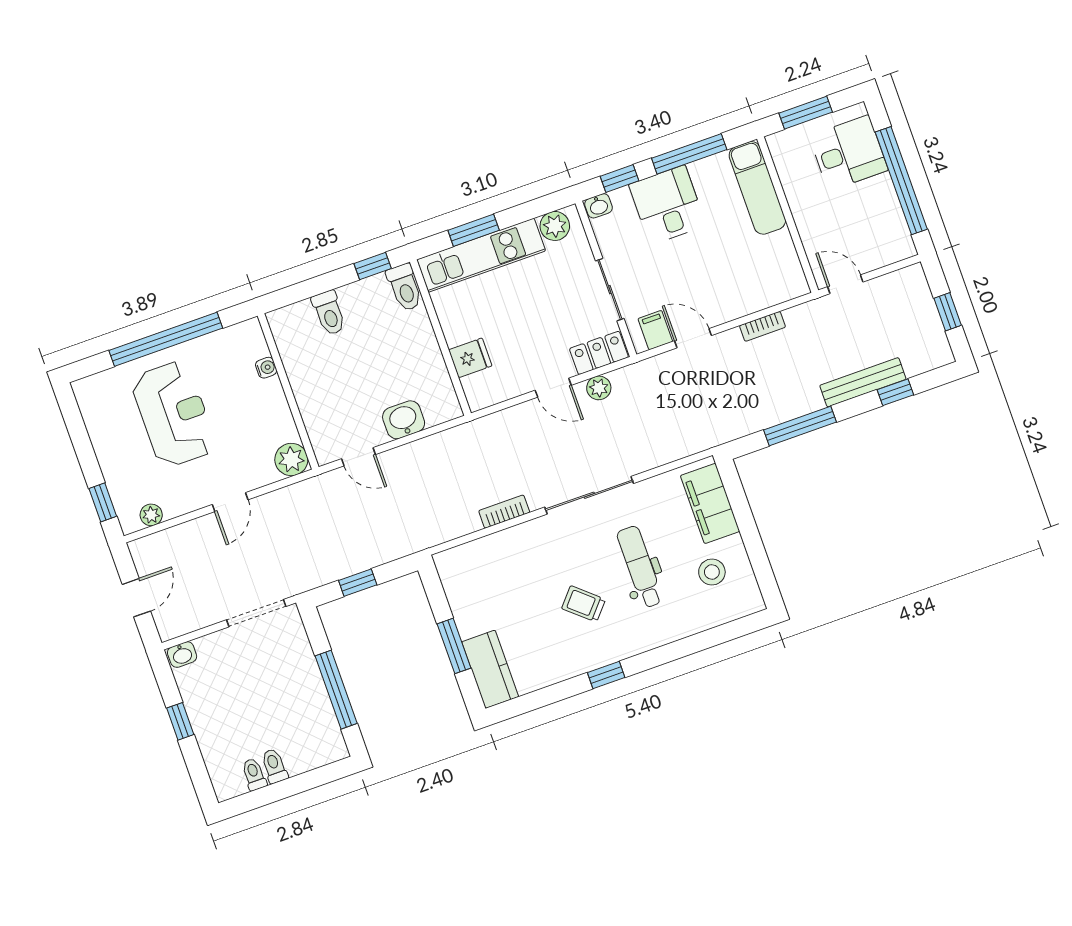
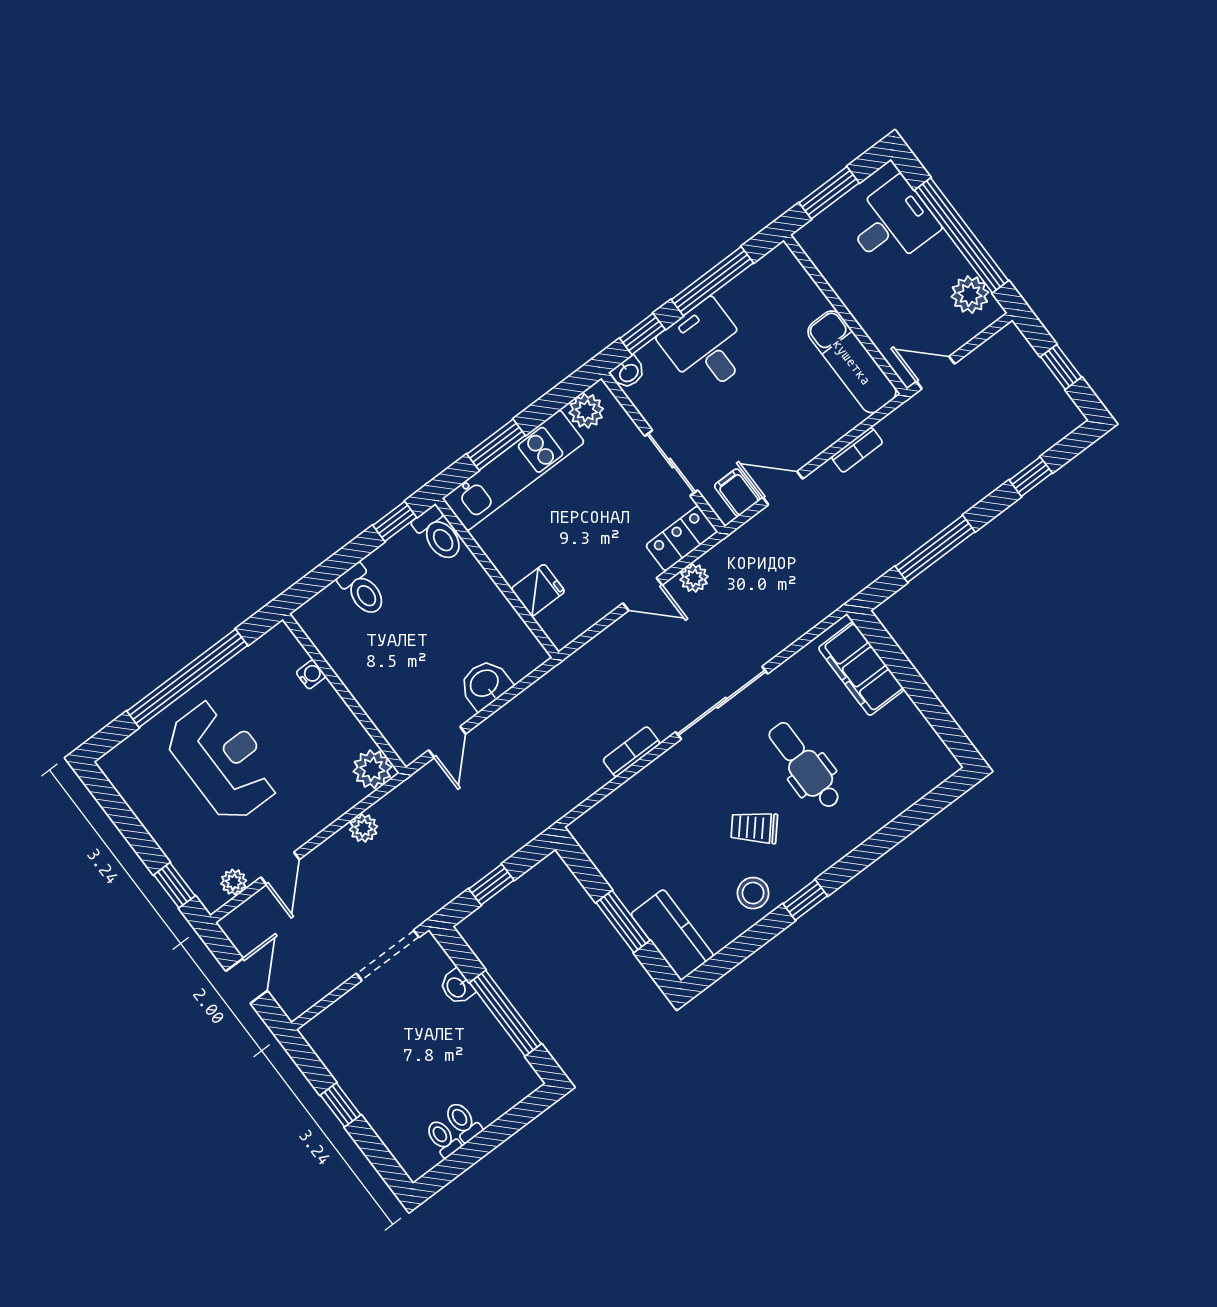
exam couch: (757, 188) -> (852, 362), moved
plant: (893, 230) -> (970, 295), added
bench: (863, 382) -> (990, 477), removed
door: (359, 457) -> (447, 742), hinge flipped
door: (230, 502) -> (280, 868), moved
plant: (269, 505) -> (363, 828), added
stool: (712, 572) -> (753, 893), moved
washbasin: (182, 655) -> (457, 987), moved, turned 90

